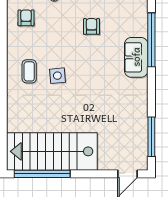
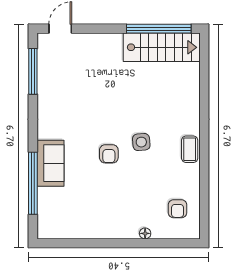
armchair: (92, 26) -> (109, 154), moved
coffee table: (29, 71) -> (190, 149), moved
stairs: (52, 151) -> (162, 47), width x0.73, depth x0.66

